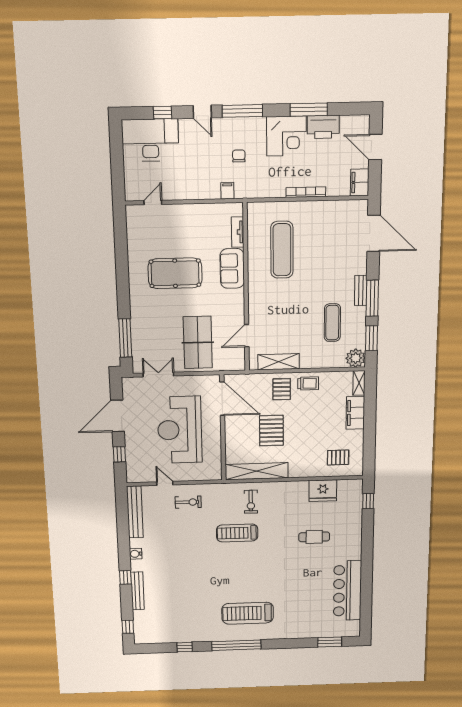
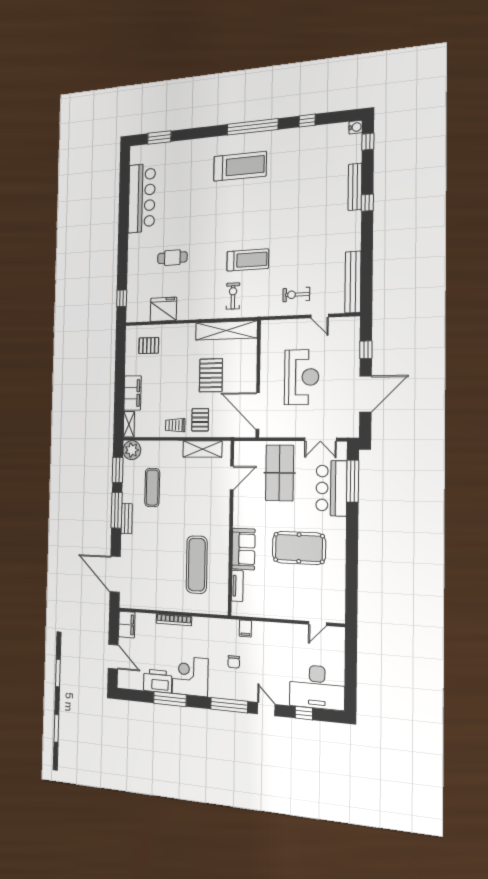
bar counter: (145, 331) -> (331, 488), added
reception desk: (180, 430) -> (302, 377), width x0.74, depth x0.77
water cooler: (136, 554) -> (356, 127), moved

